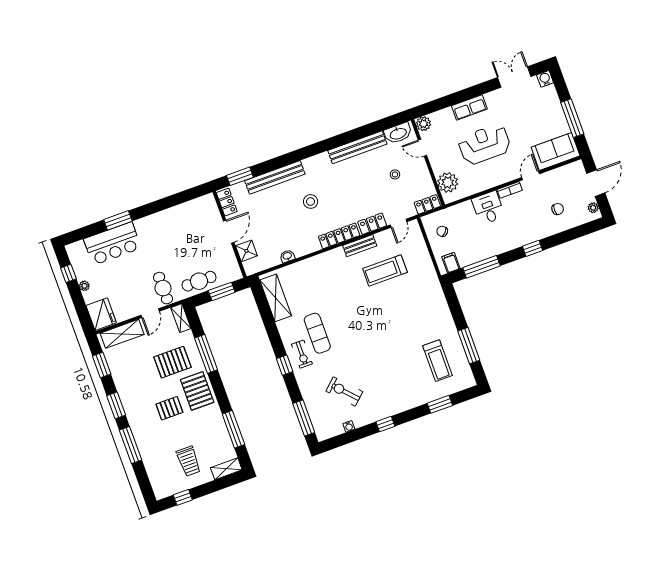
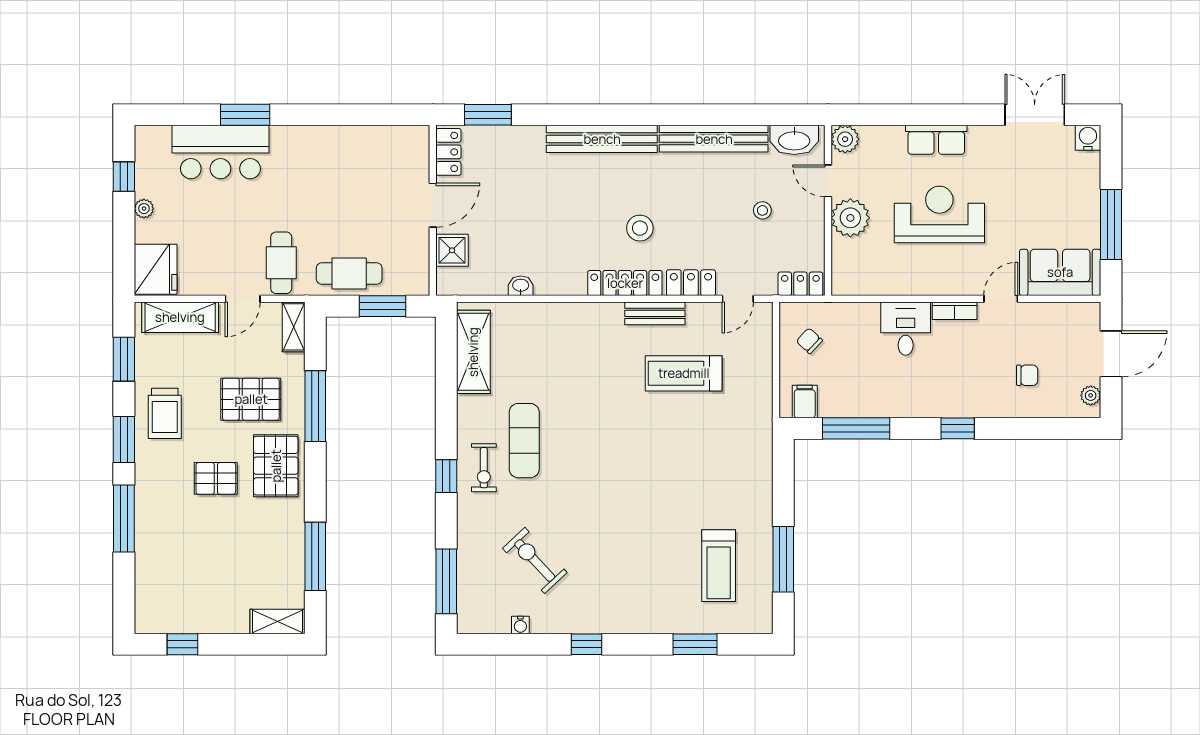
bench: (275, 177) -> (602, 139), moved
plant: (448, 182) -> (850, 218), moved
stool: (311, 202) -> (640, 228), moved
trolley: (189, 461) -> (165, 413), moved

